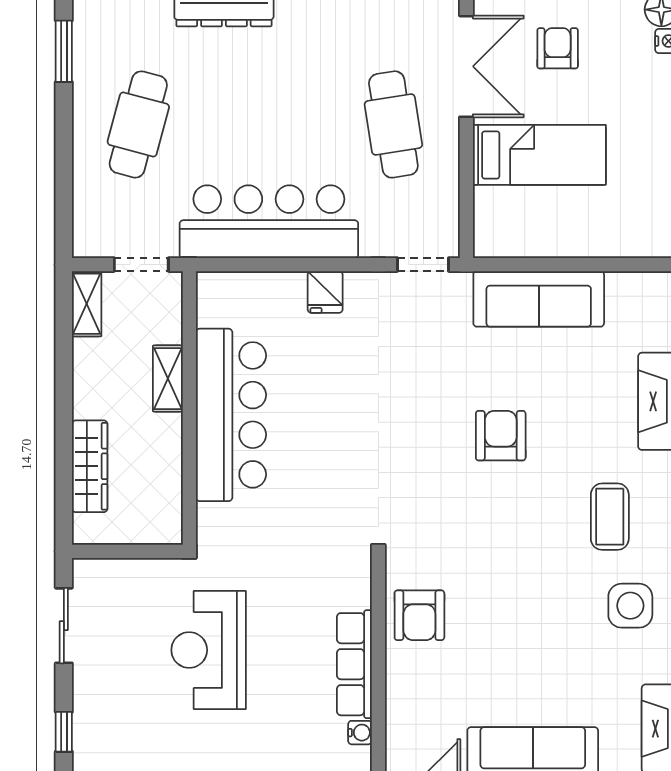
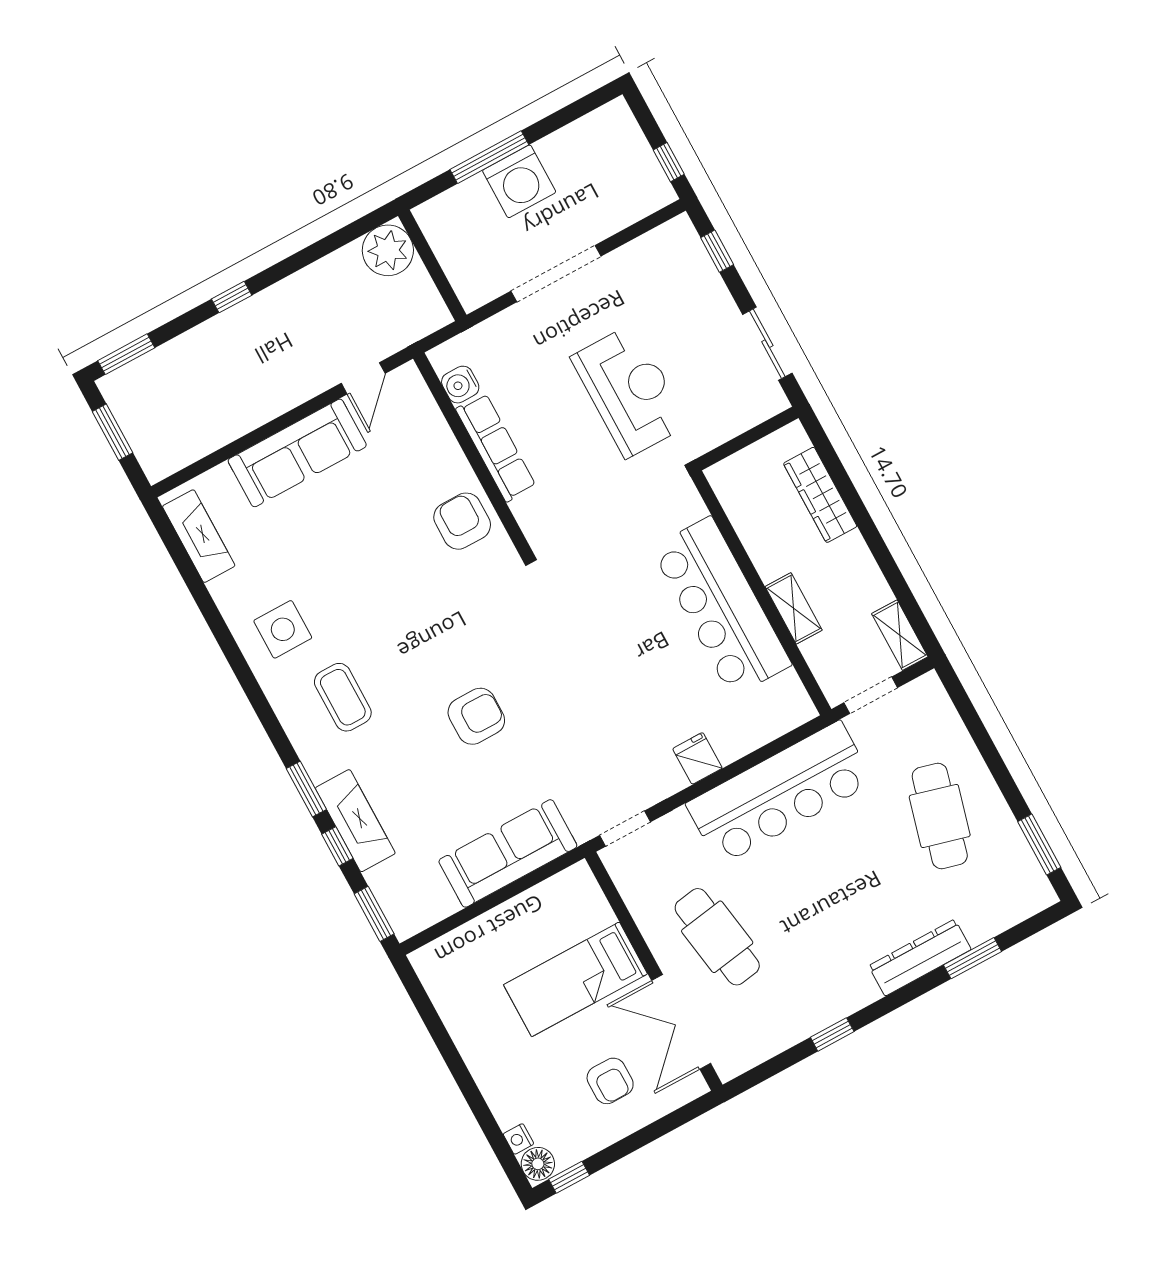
armchair: (501, 436) -> (476, 716), turned -90
water cooler: (360, 733) -> (460, 385), width x1.38, depth x1.38

